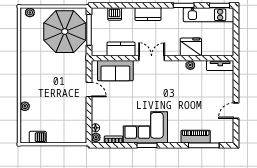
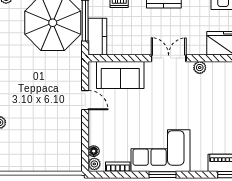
kitchen counter: (121, 49) -> (97, 37), moved, turned 90
plant: (190, 65) -> (200, 68), moved
barbecue: (38, 137) -> (17, 164), removed

